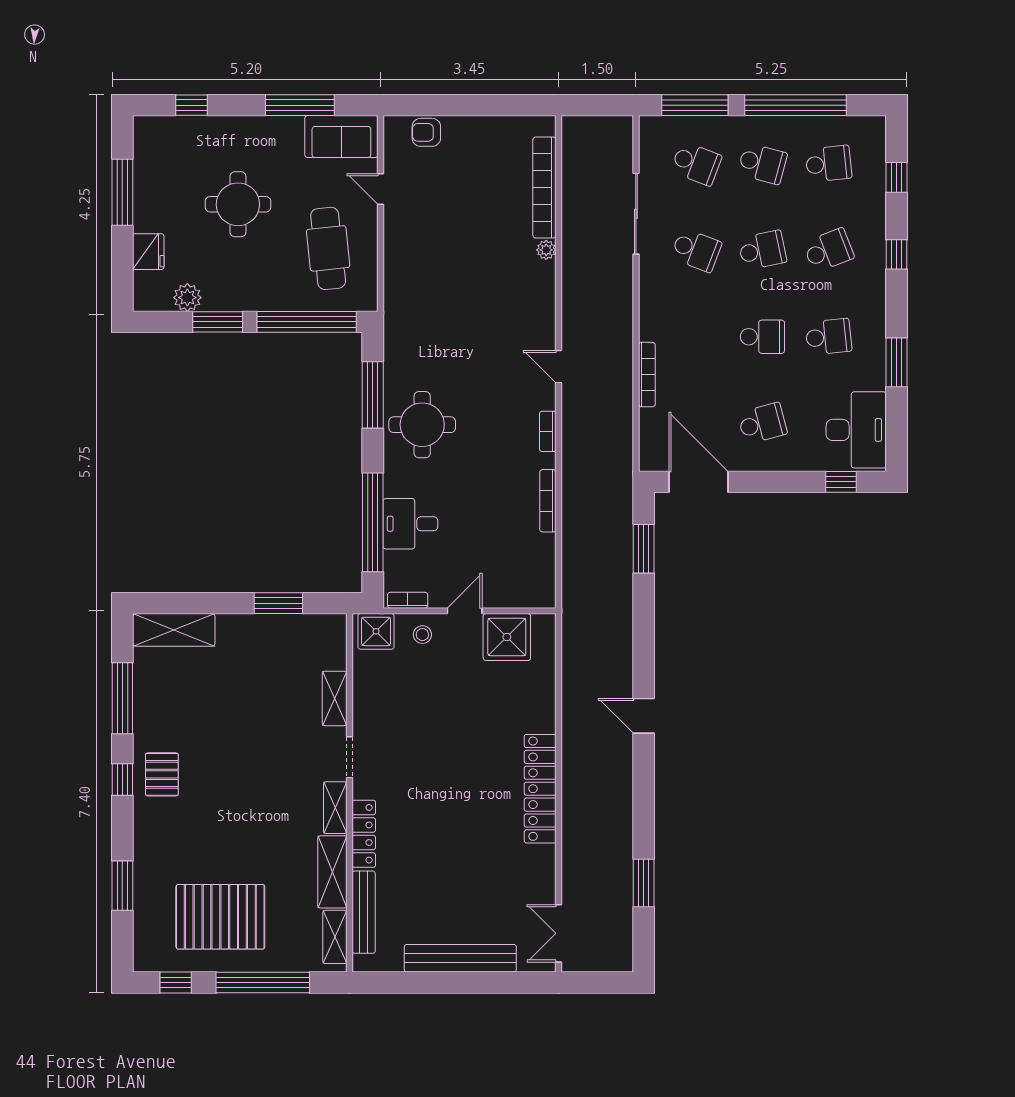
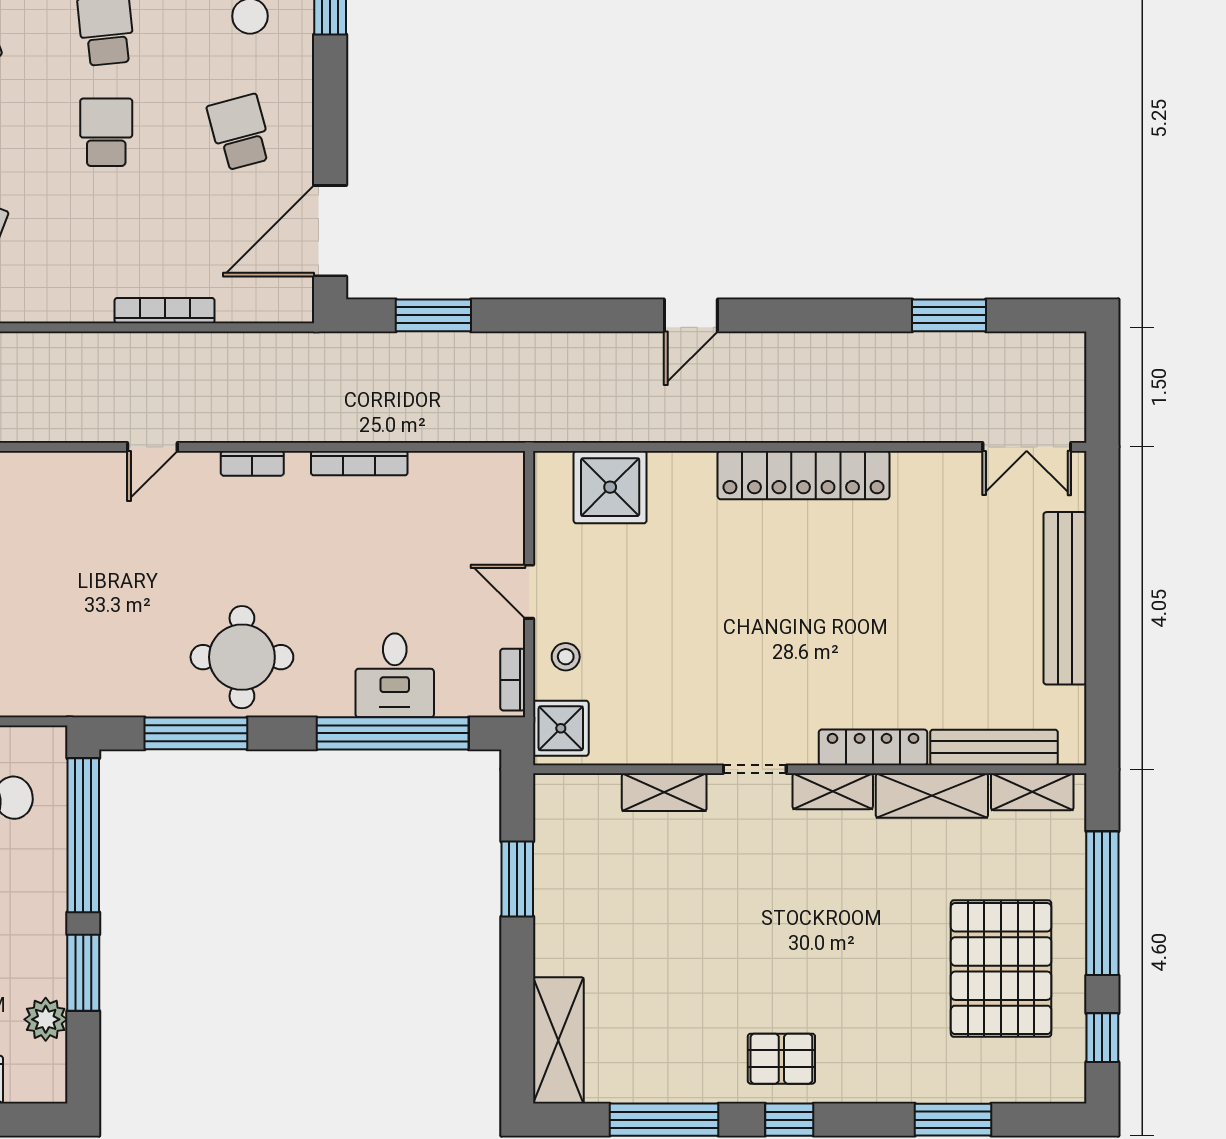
shower: (507, 637) -> (610, 487), moved

